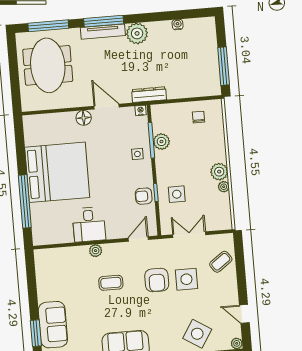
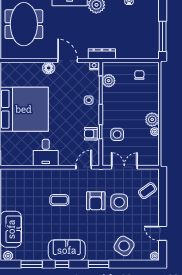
plant: (161, 142) -> (109, 81), moved
plant: (96, 251) -> (49, 174), removed

